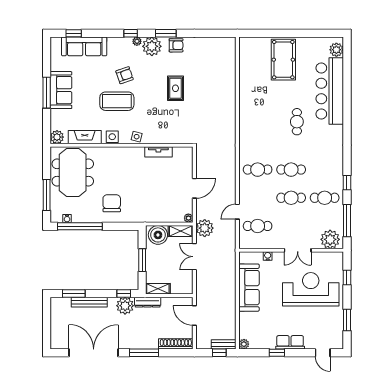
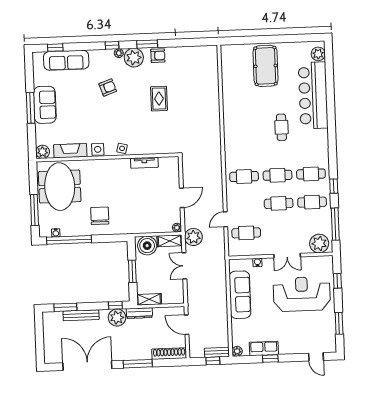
coffee table: (117, 101) -> (101, 114), removed
cafe table: (325, 170) -> (311, 174), added
row of seats: (290, 342) -> (264, 348), moved

